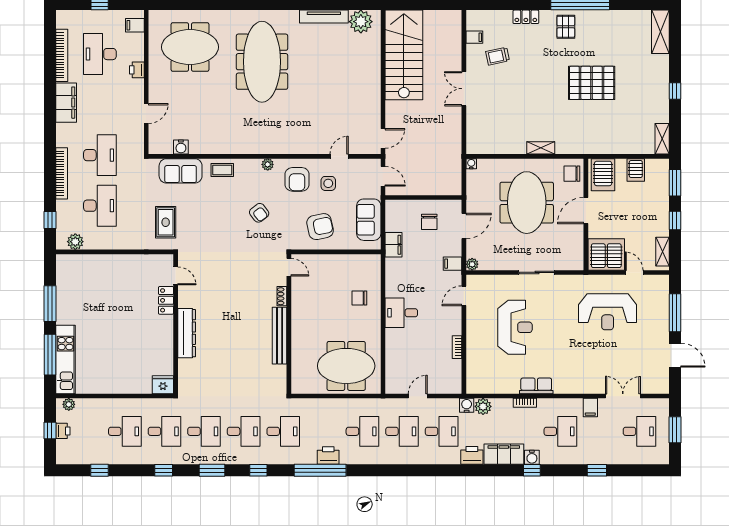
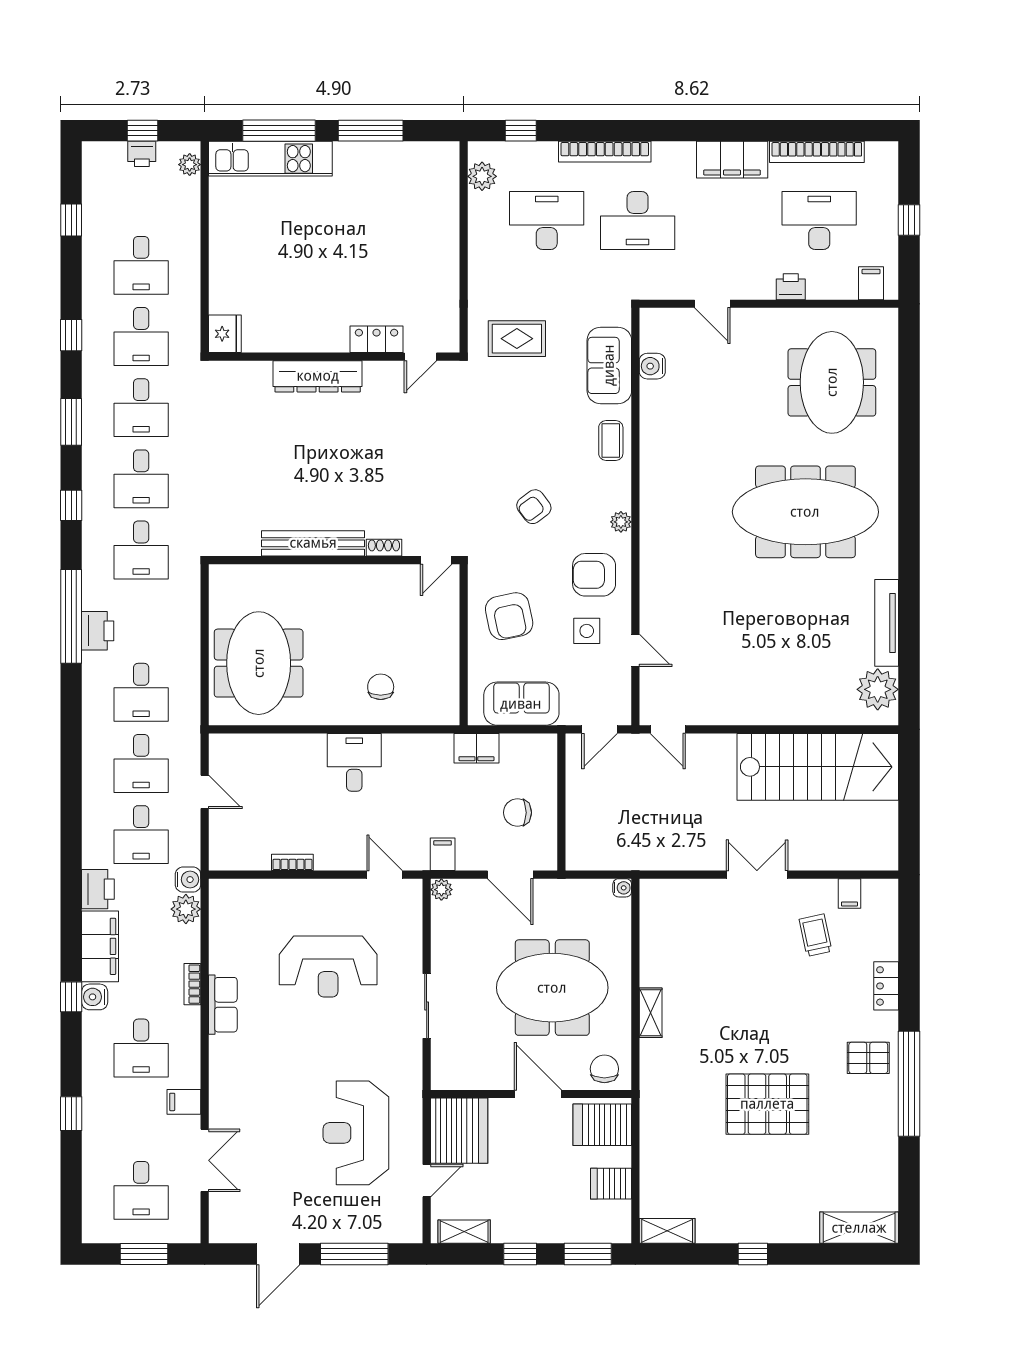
pallet: (592, 83) -> (767, 1104), turned 90
desk: (100, 206) -> (547, 221), turned 180

